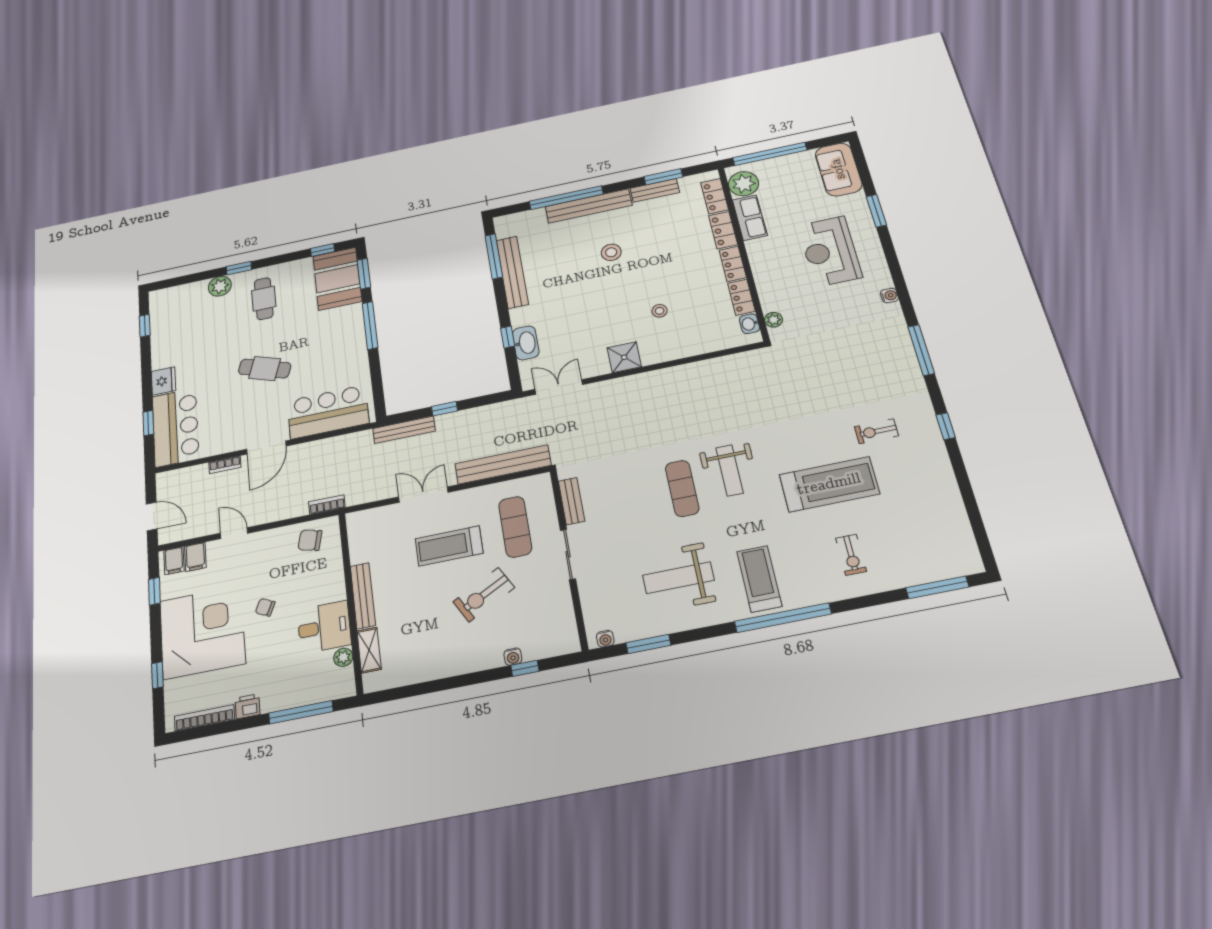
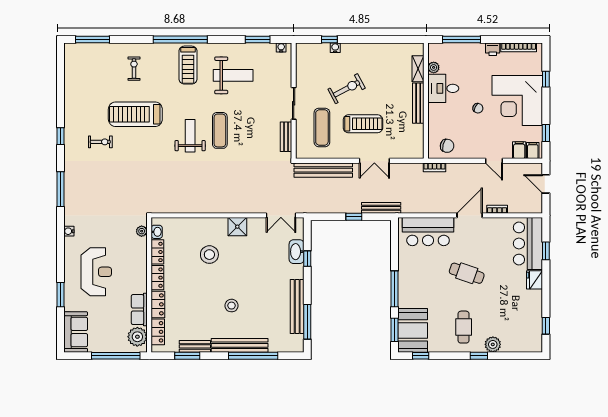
stool: (660, 311) -> (209, 255), width x1.89, depth x1.89

